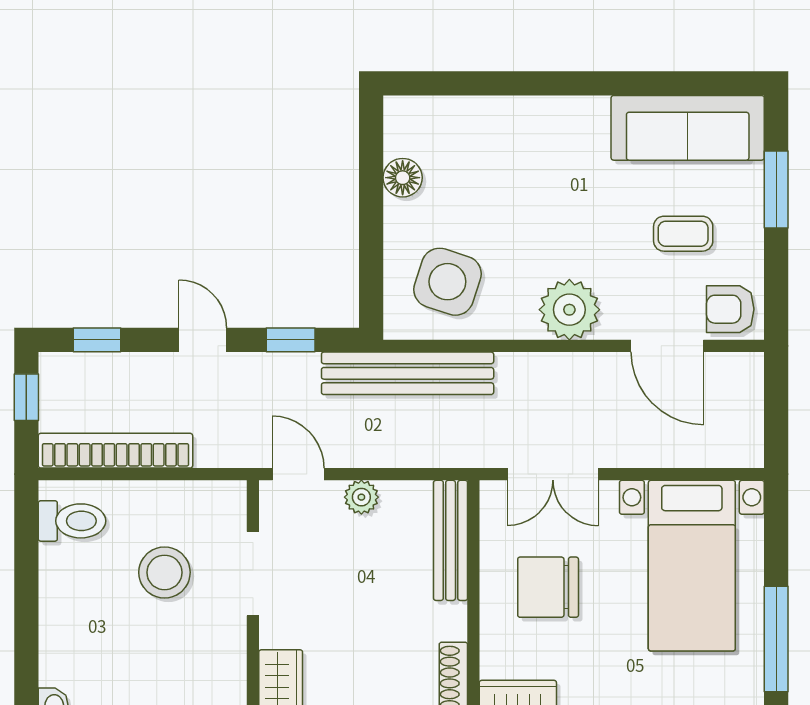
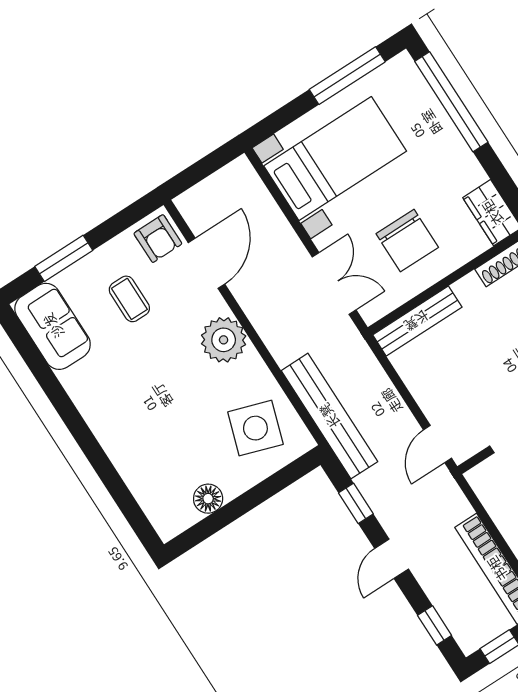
sofa: (688, 128) -> (53, 326), width x0.73
plant: (361, 497) -> (426, 395), removed

